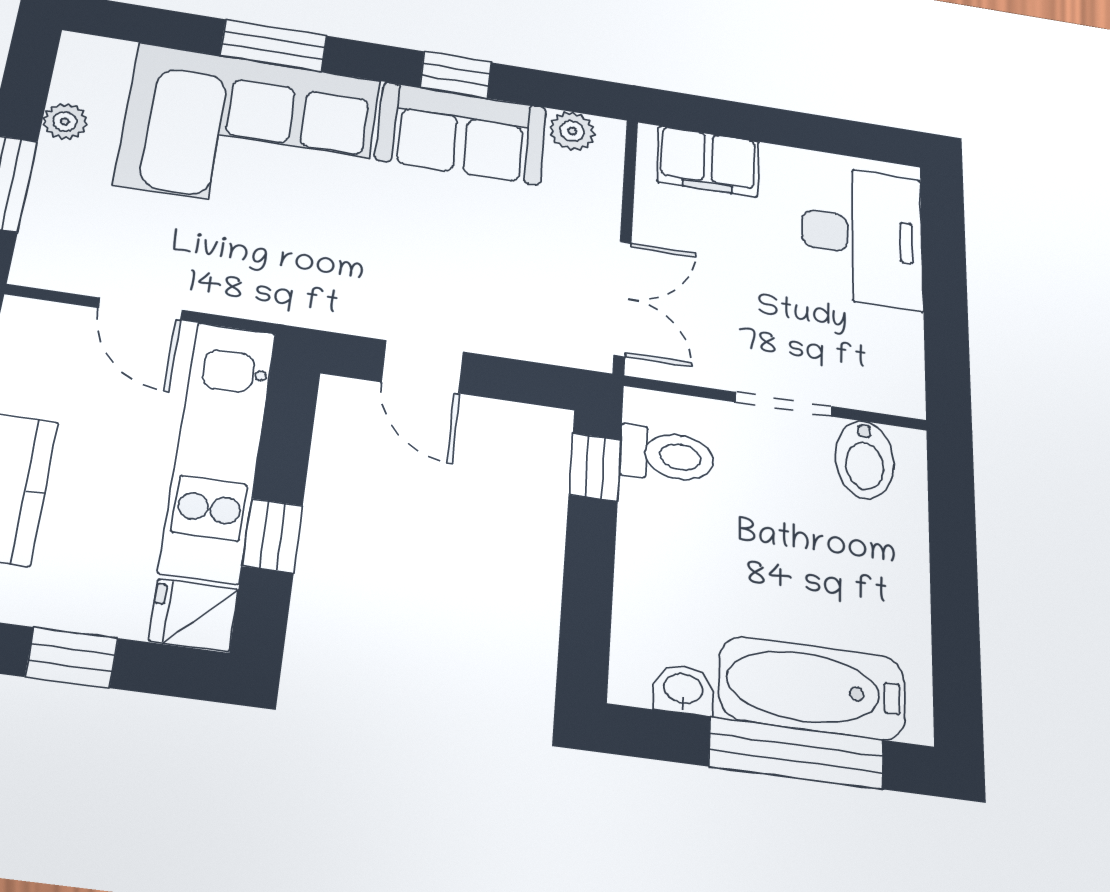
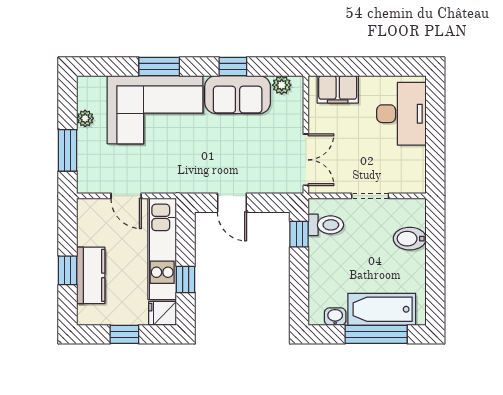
bidet: (865, 460) -> (410, 239), moved, turned 90

